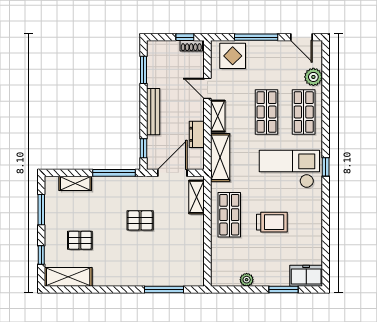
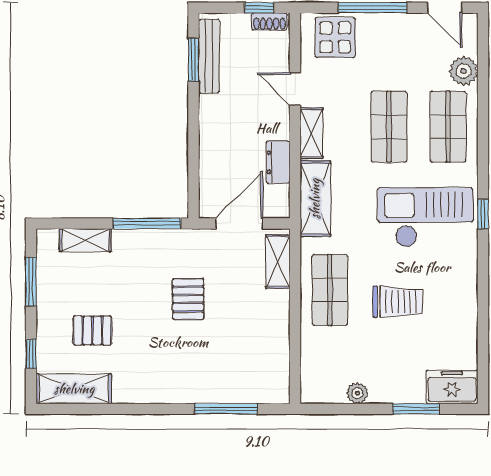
bench: (153, 112) -> (209, 56), moved
window: (143, 148) -> (193, 184), removed
pallet: (140, 220) -> (188, 299), turned 90

